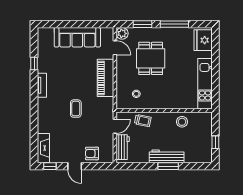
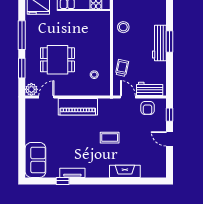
sofa: (77, 37) -> (35, 160), moved, width x0.73
tv unit: (42, 85) -> (72, 173), moved
fireplace: (43, 148) -> (125, 171), moved
armchair: (92, 153) -> (148, 108), moved
window: (50, 166) -> (169, 115), moved
door: (75, 166) -> (169, 139), swing flipped

